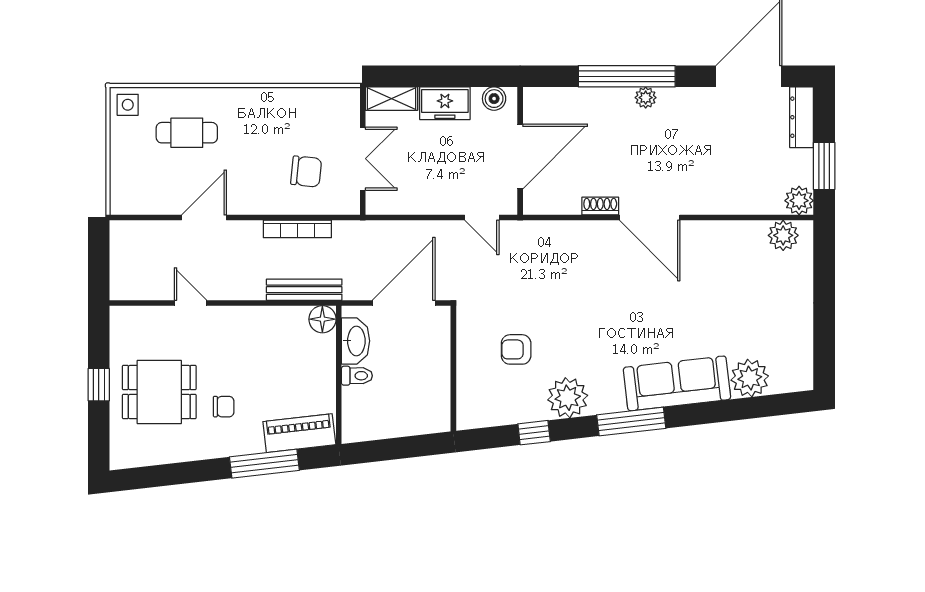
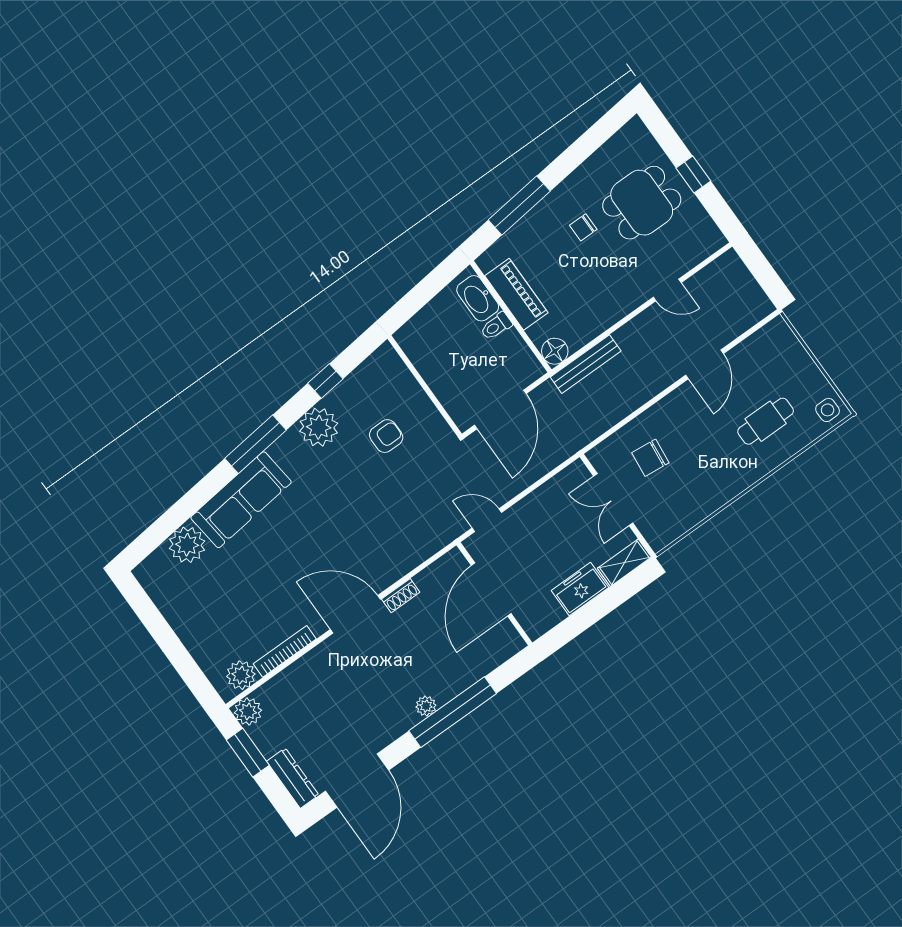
boiler: (494, 99) -> (544, 620), removed
bookcase: (297, 229) -> (285, 651), moved
washbasin: (356, 341) -> (478, 298), moved
piano: (299, 433) -> (516, 294), moved, turned -83

